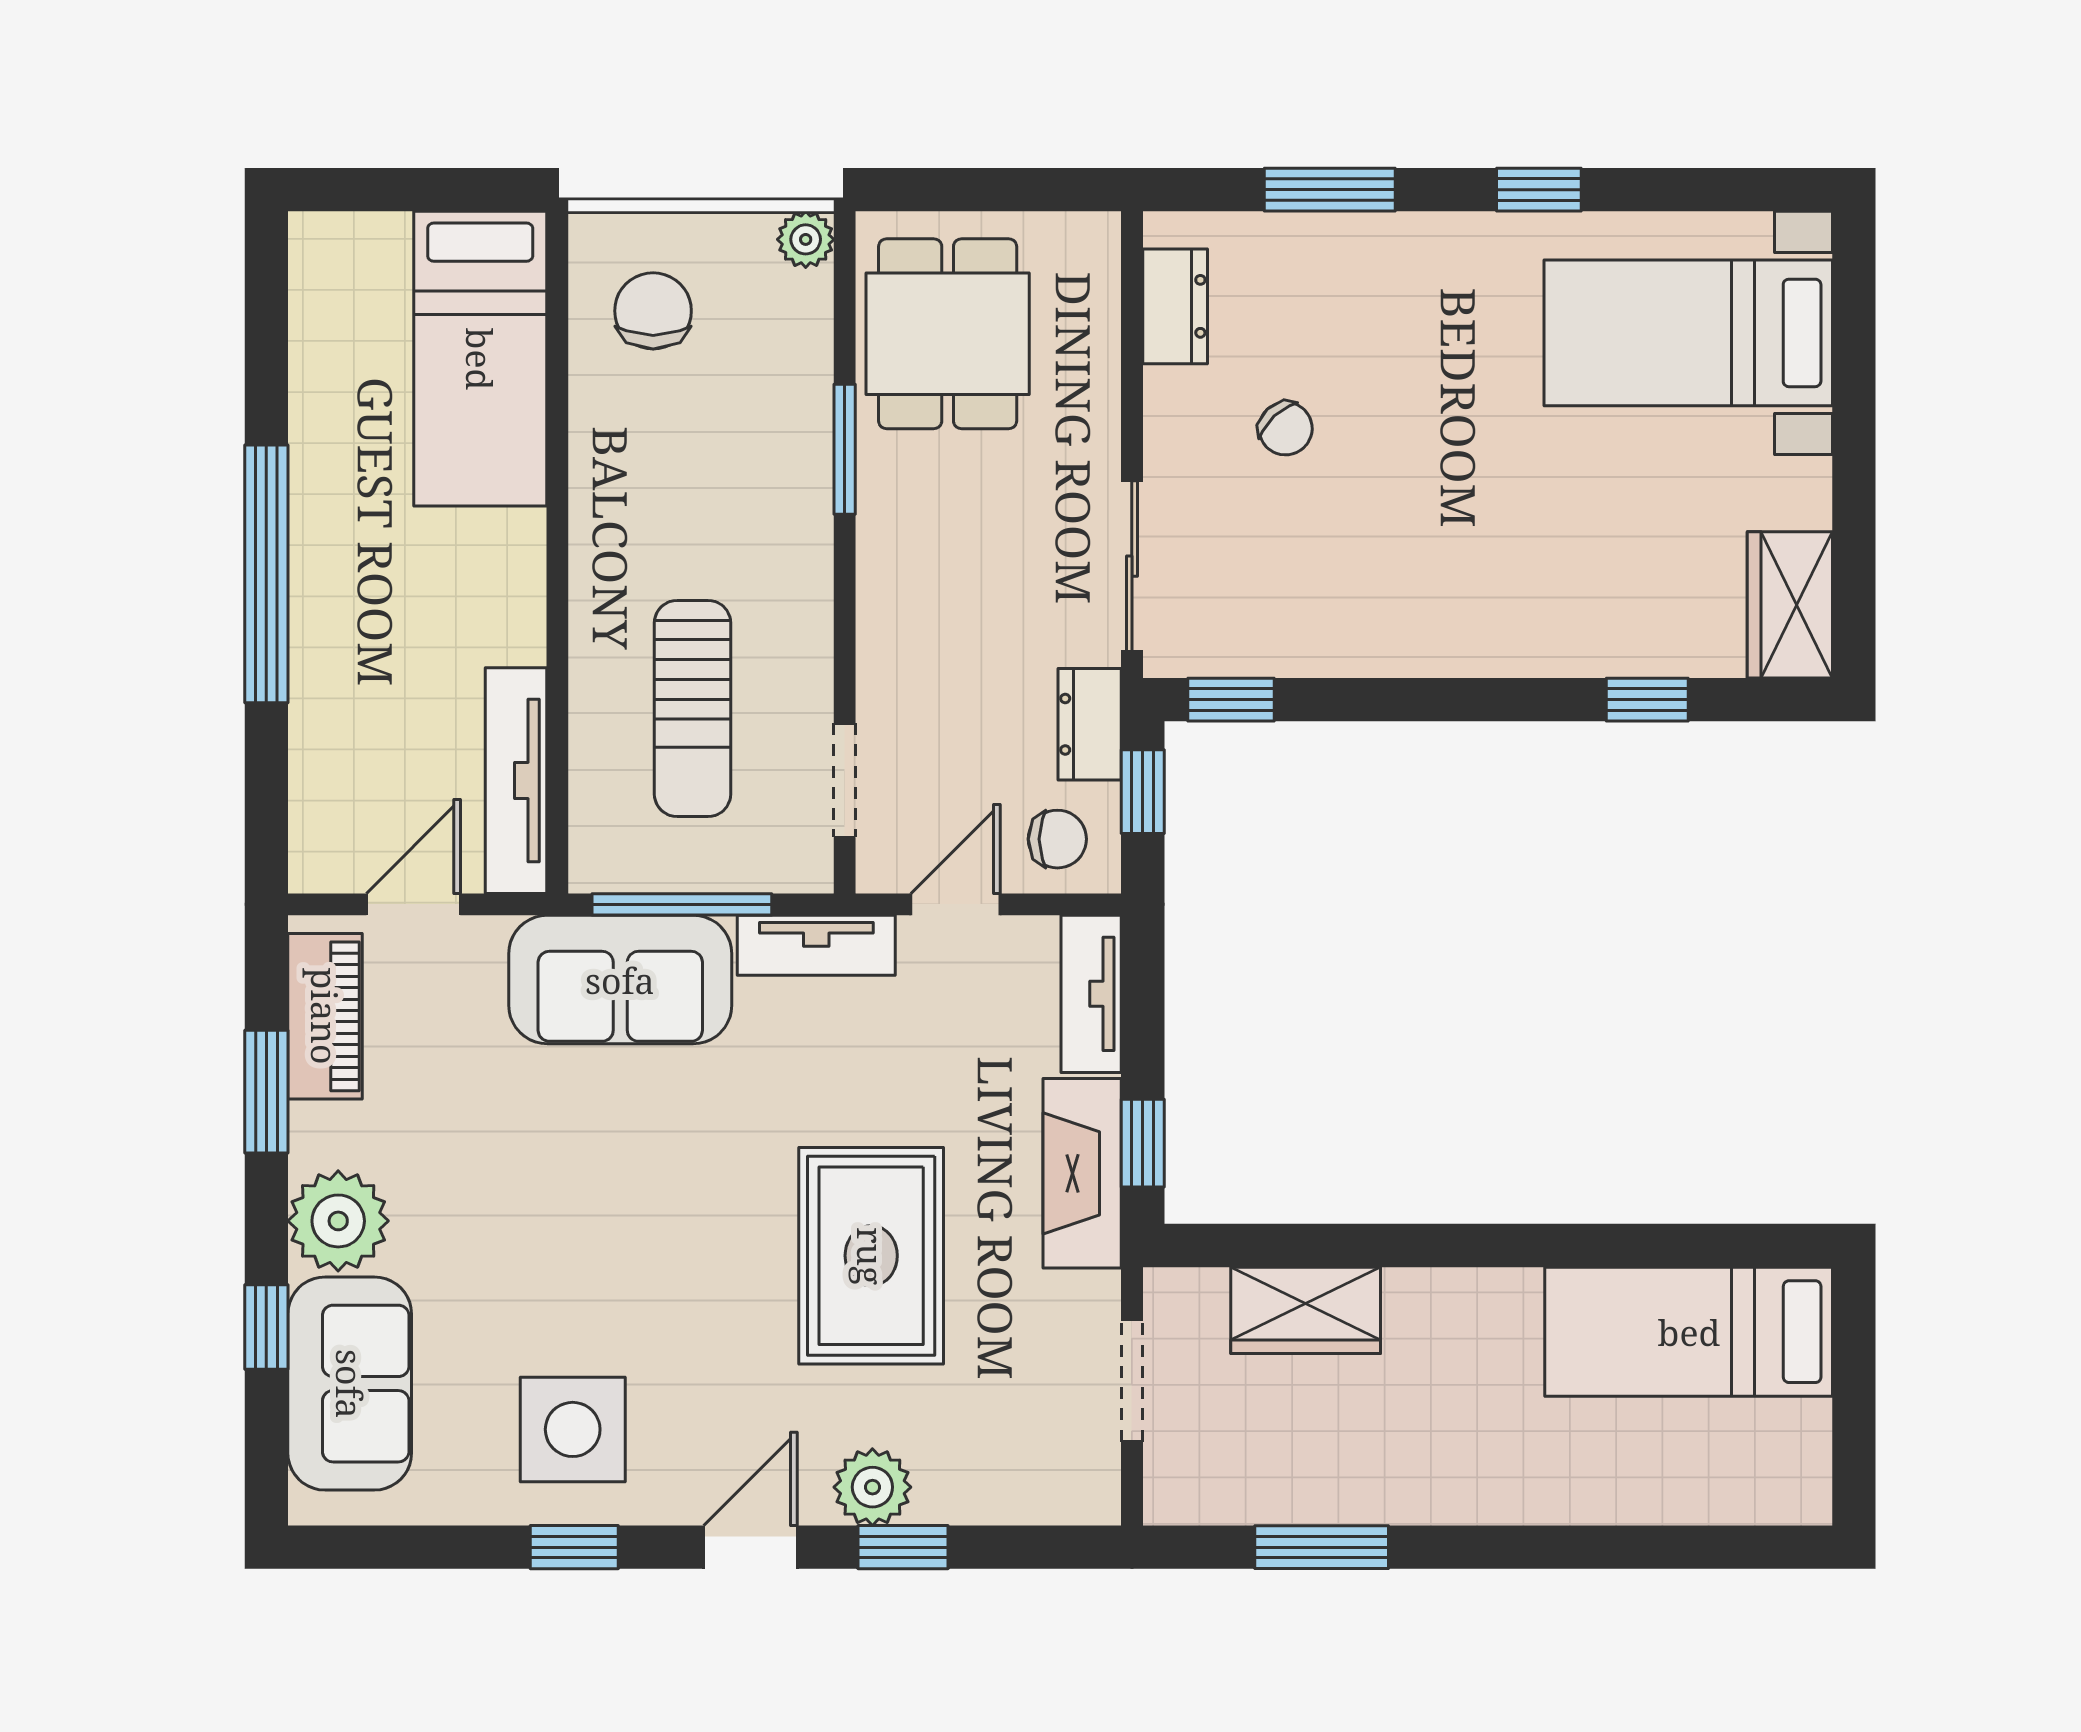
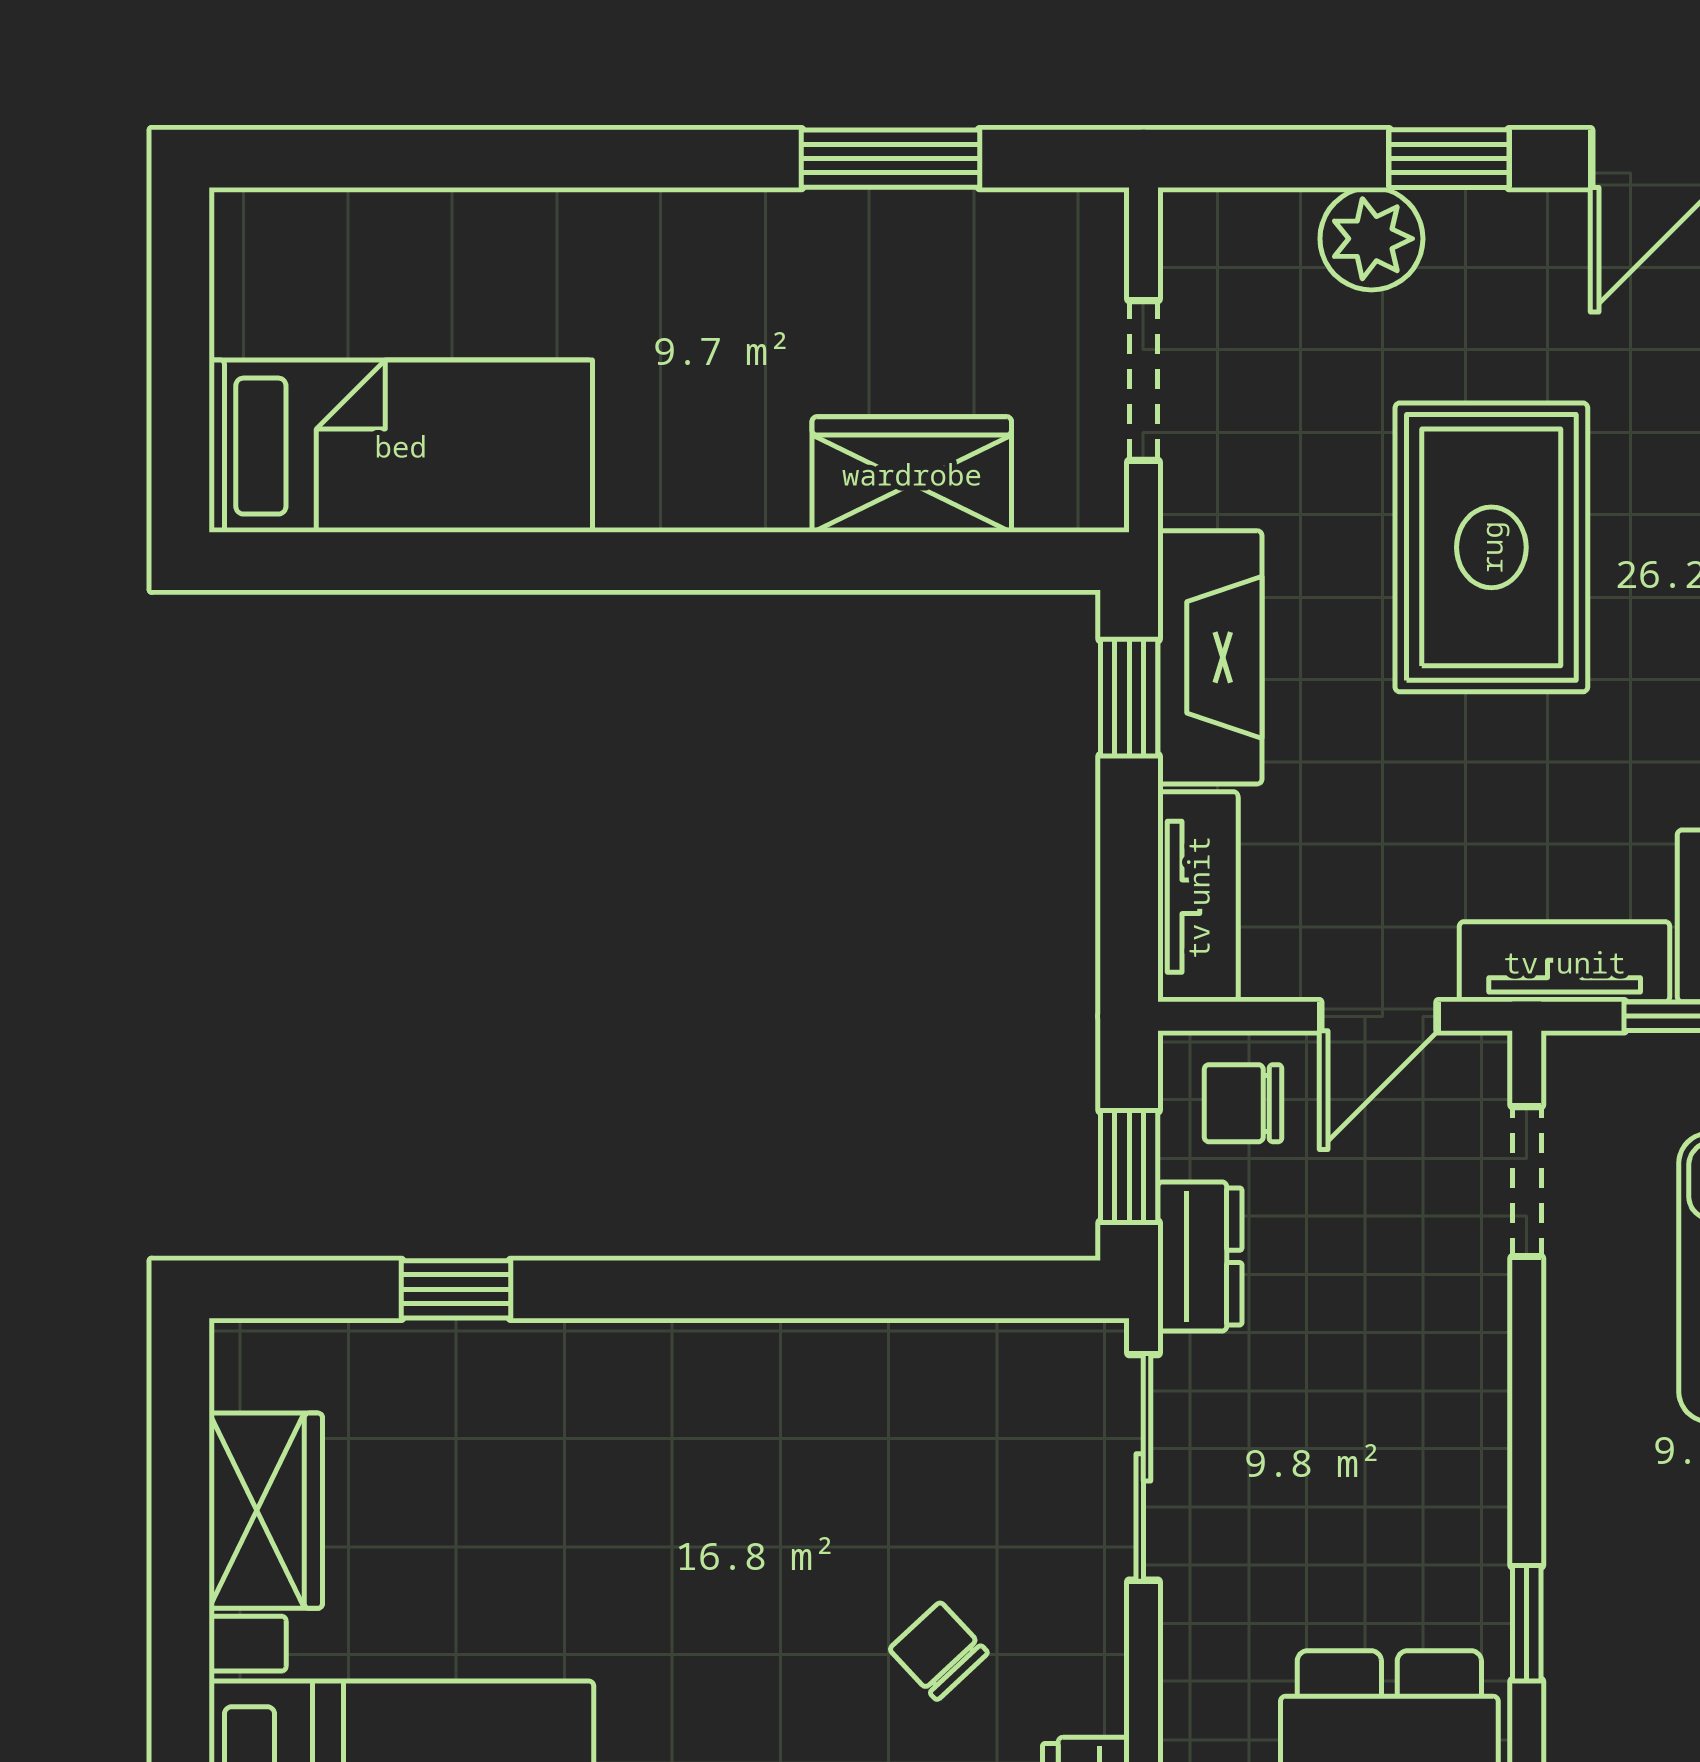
window: (845, 449) -> (1527, 1623), width x0.67
wardrobe: (1790, 605) -> (266, 1511), moved
window: (1231, 700) -> (1011, 1289), removed
plant: (872, 1487) -> (1371, 239), moved

